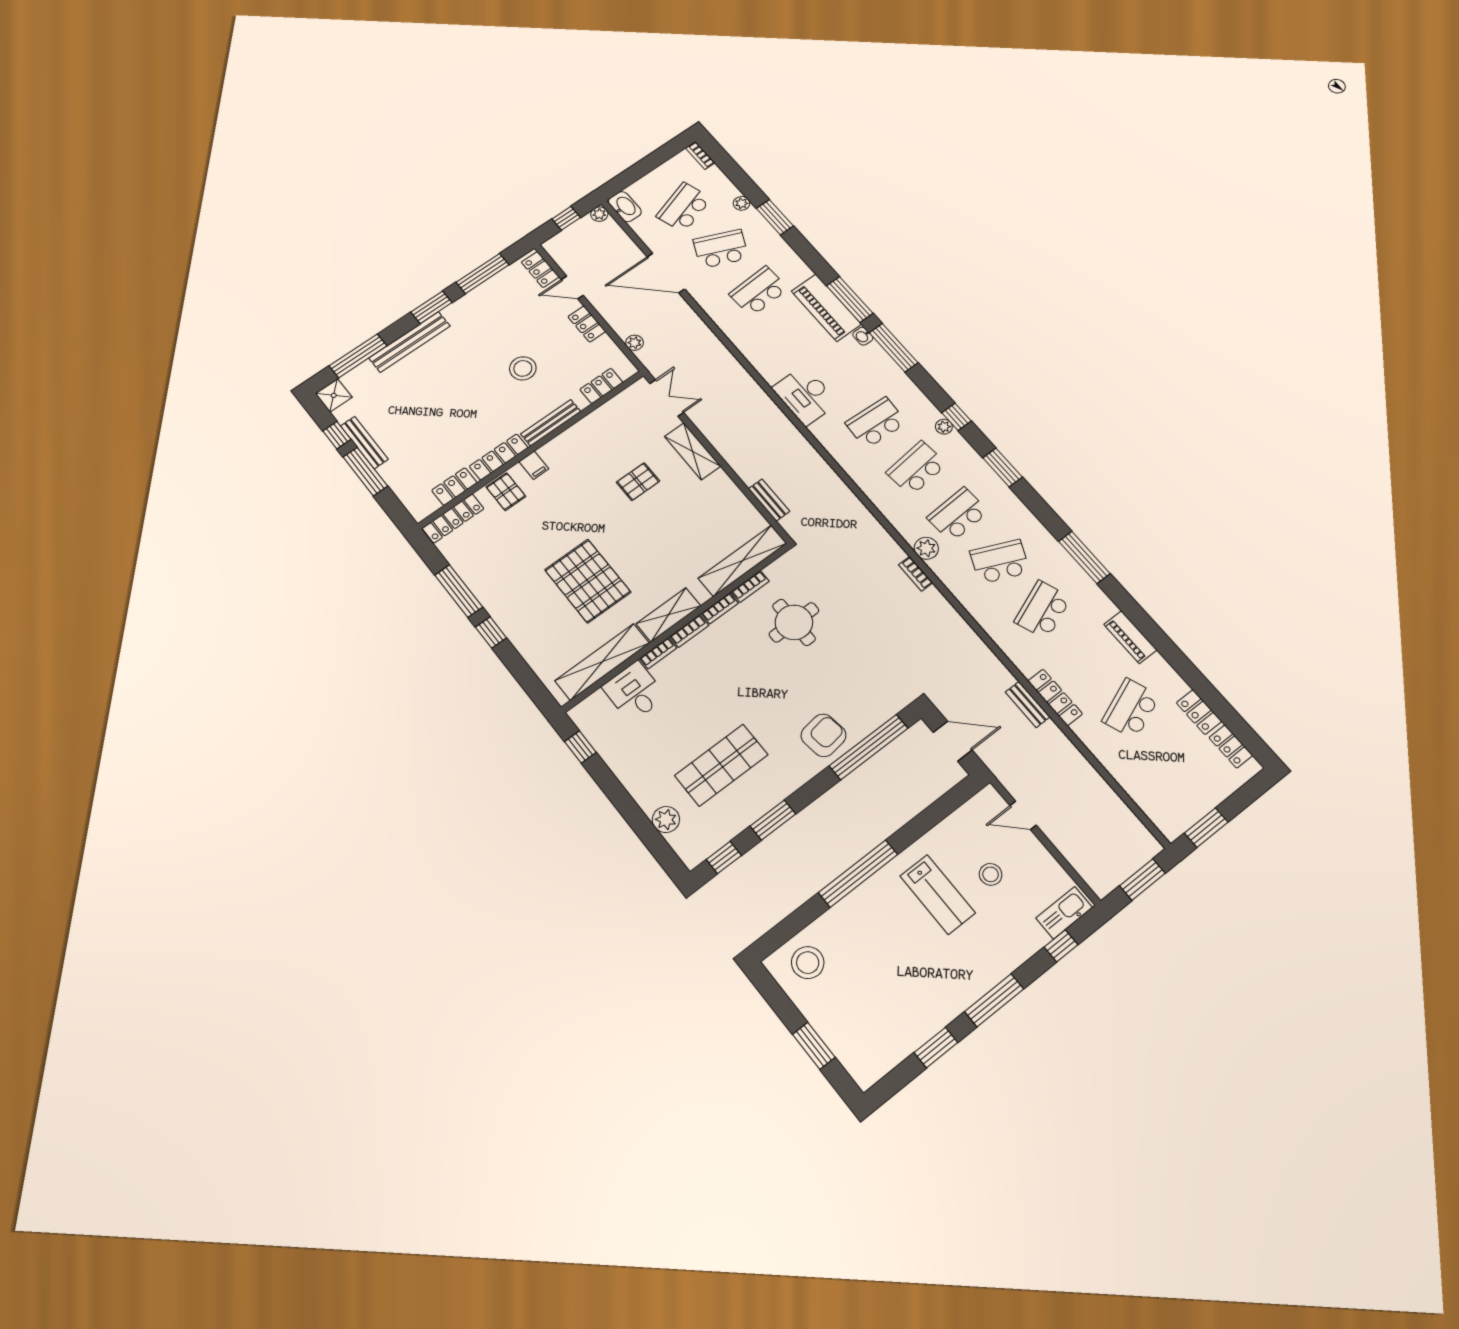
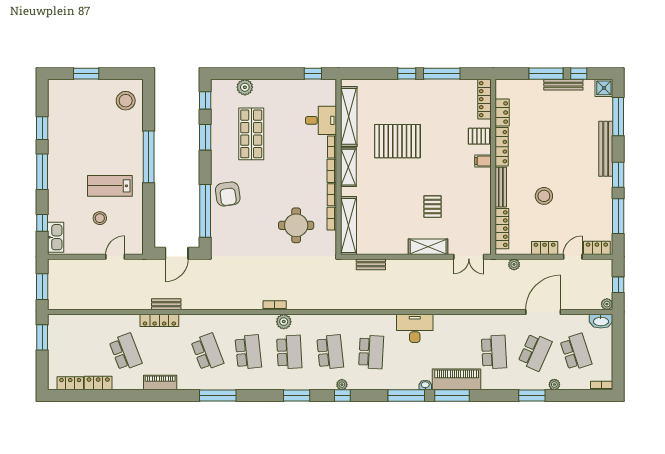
locker: (601, 386) -> (502, 229), width x1.53
school desk: (1000, 562) -> (248, 352), turned -30

